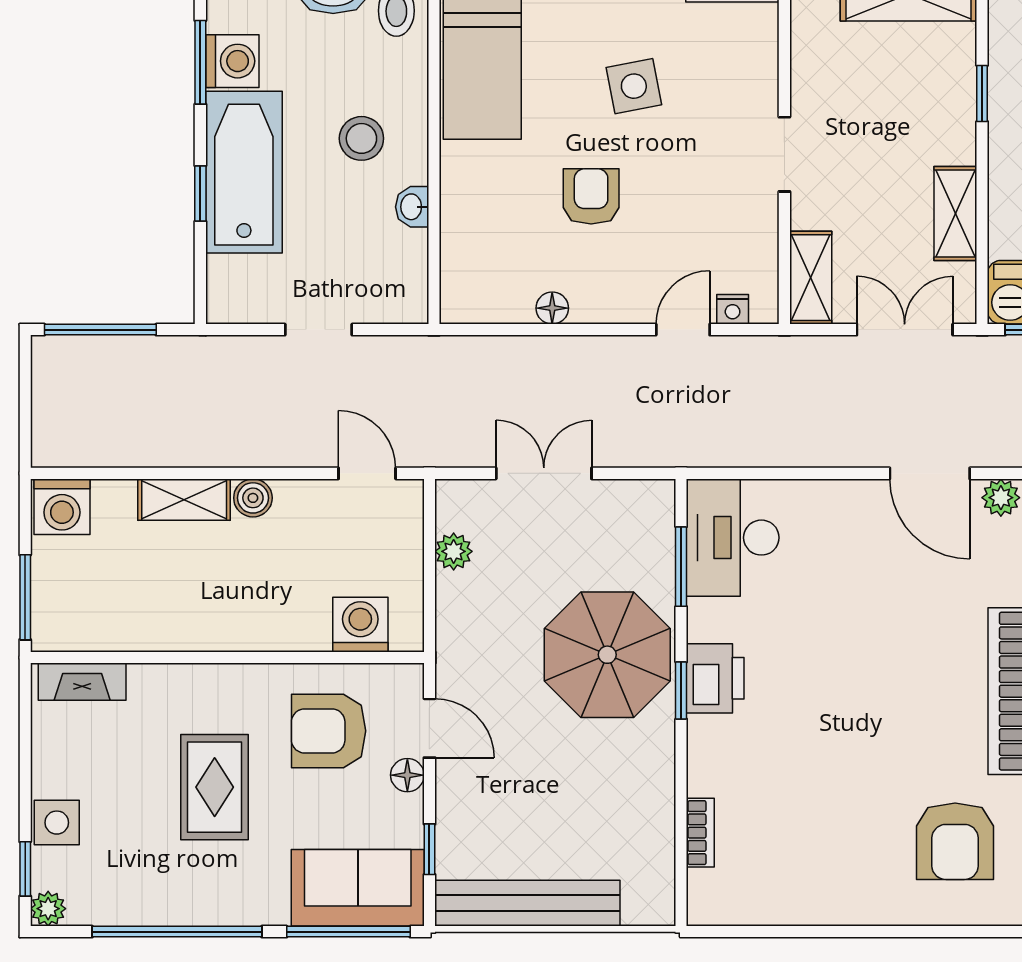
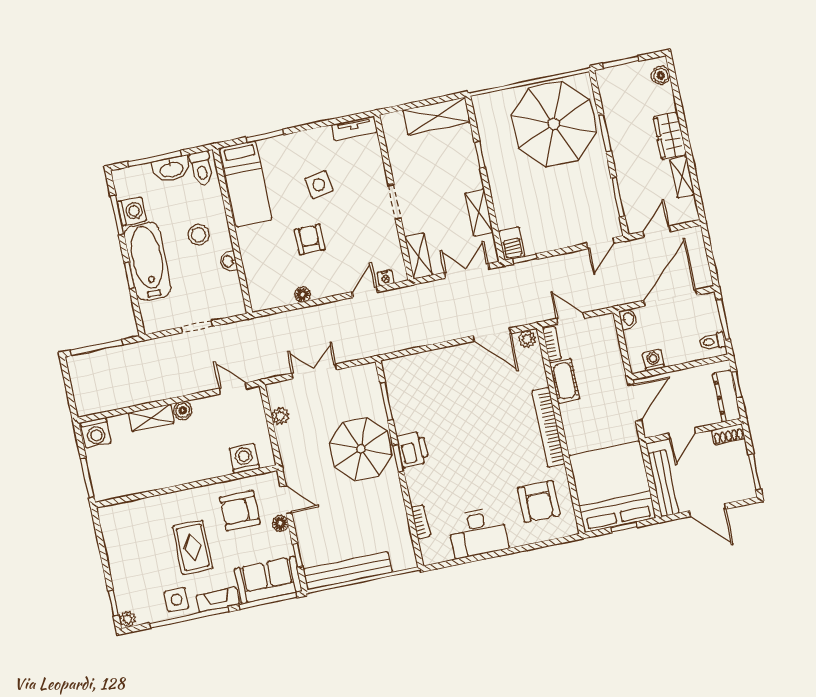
desk: (733, 538) -> (478, 533), moved, turned -90
fireplace: (82, 682) -> (218, 600), moved, turned 180
side table: (57, 823) -> (177, 600), moved

